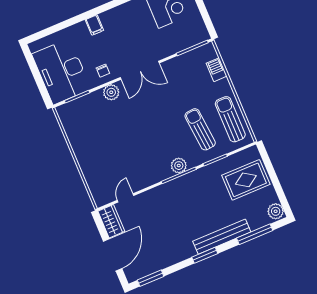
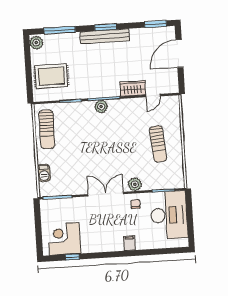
sun lounger: (200, 129) -> (158, 144), moved
wardrobe: (111, 221) -> (133, 88), moved, turned 90
bench: (222, 237) -> (105, 36), moved

